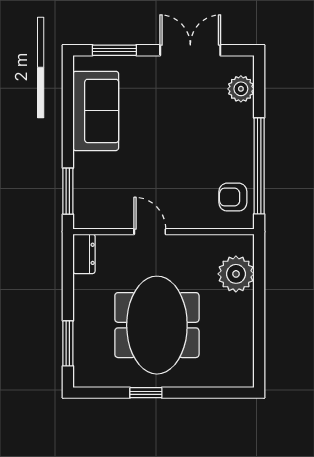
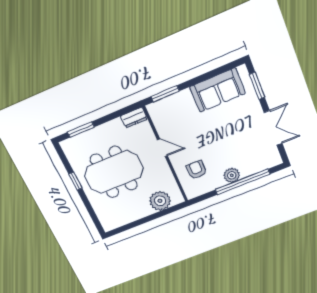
plant: (241, 89) -> (232, 175), moved
window: (259, 166) -> (243, 182), moved
armchair: (233, 197) -> (197, 170), moved
door: (150, 232) -> (162, 148), hinge flipped

